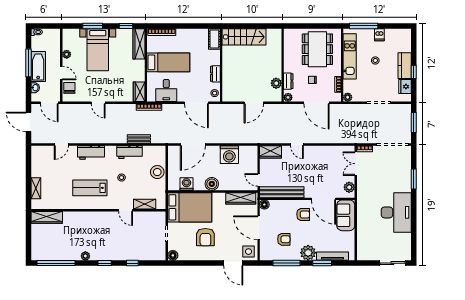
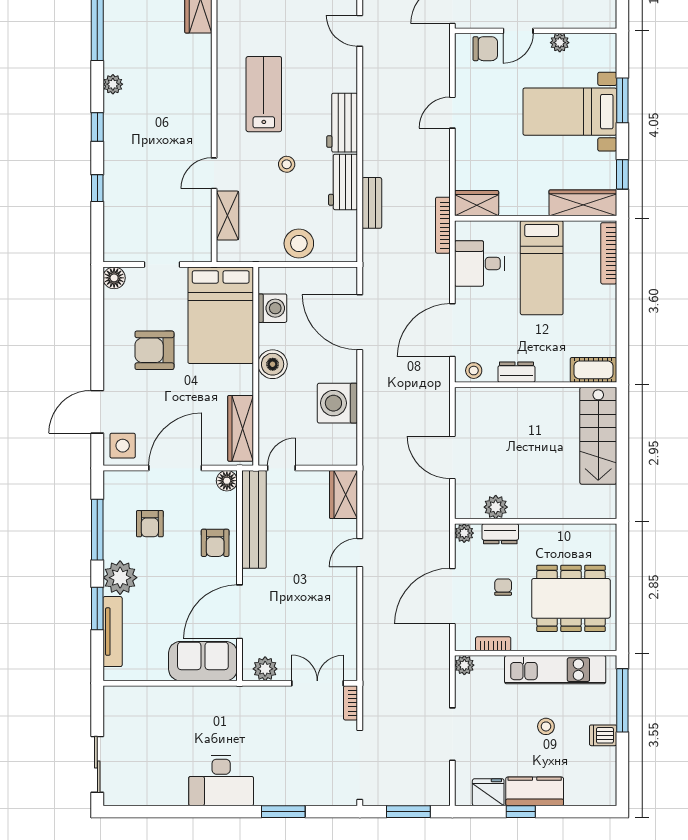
workbench: (91, 152) -> (342, 123), moved
desk: (396, 212) -> (221, 780), width x0.73, depth x0.77
armchair: (303, 214) -> (215, 543), moved

